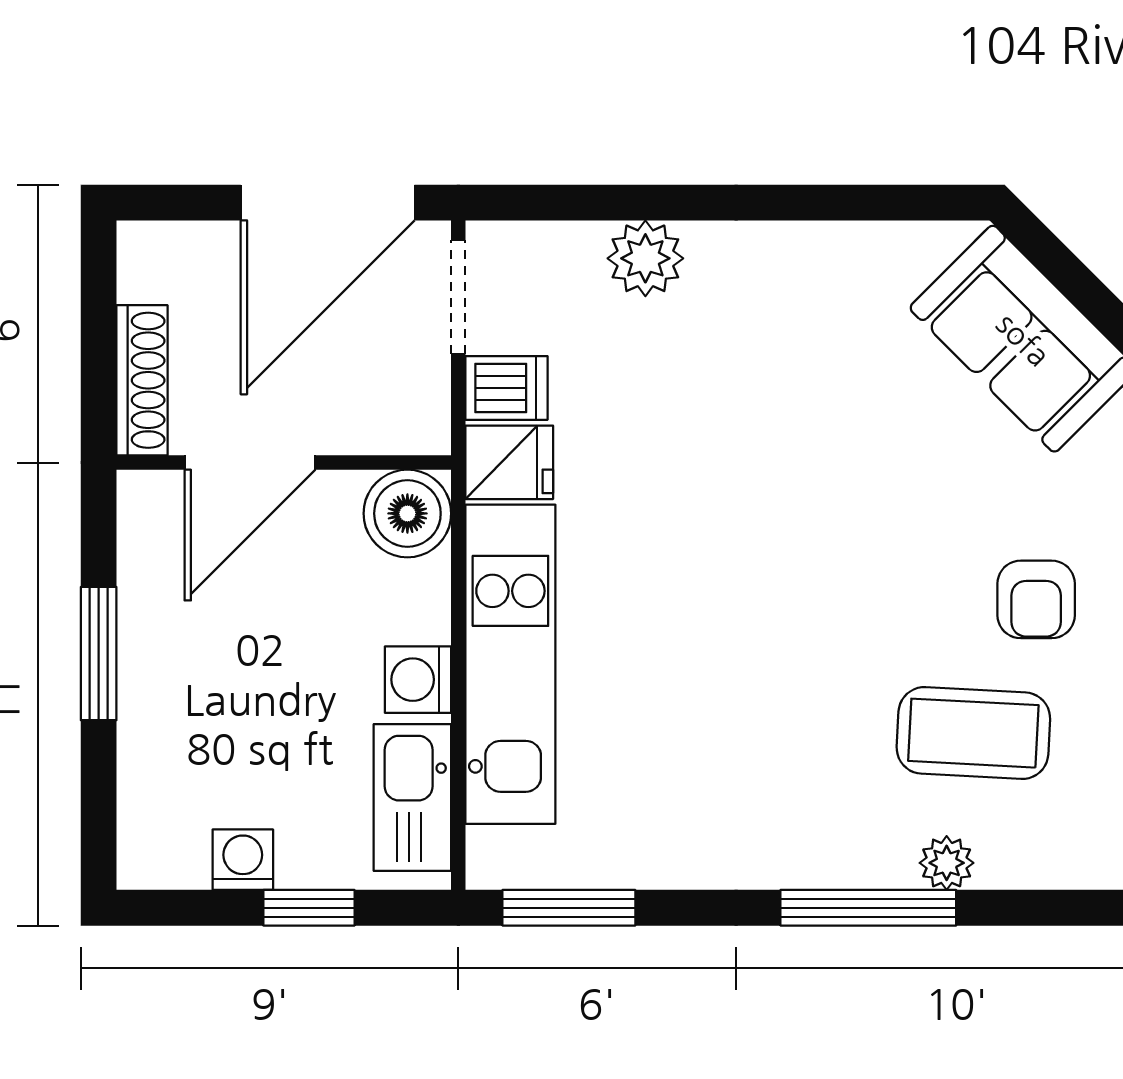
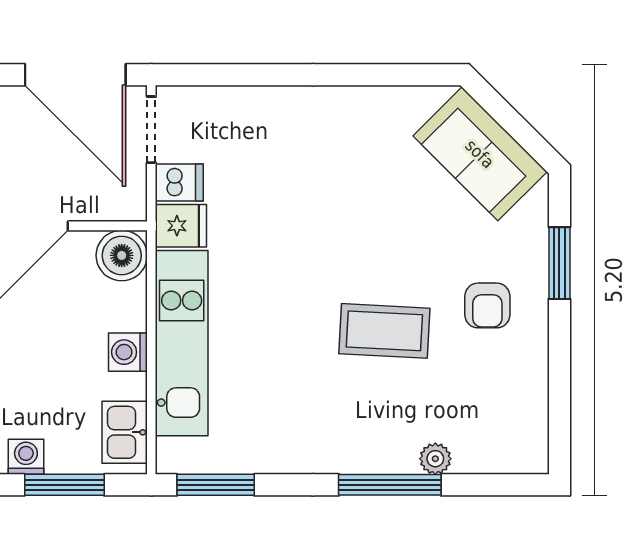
door: (328, 203) -> (75, 75), hinge flipped
plant: (645, 258) -> (260, 107), removed
coffee table: (973, 733) -> (384, 331), moved
kitchen sink: (412, 798) -> (125, 432), width x0.73
window: (309, 908) -> (64, 485), width x1.50

